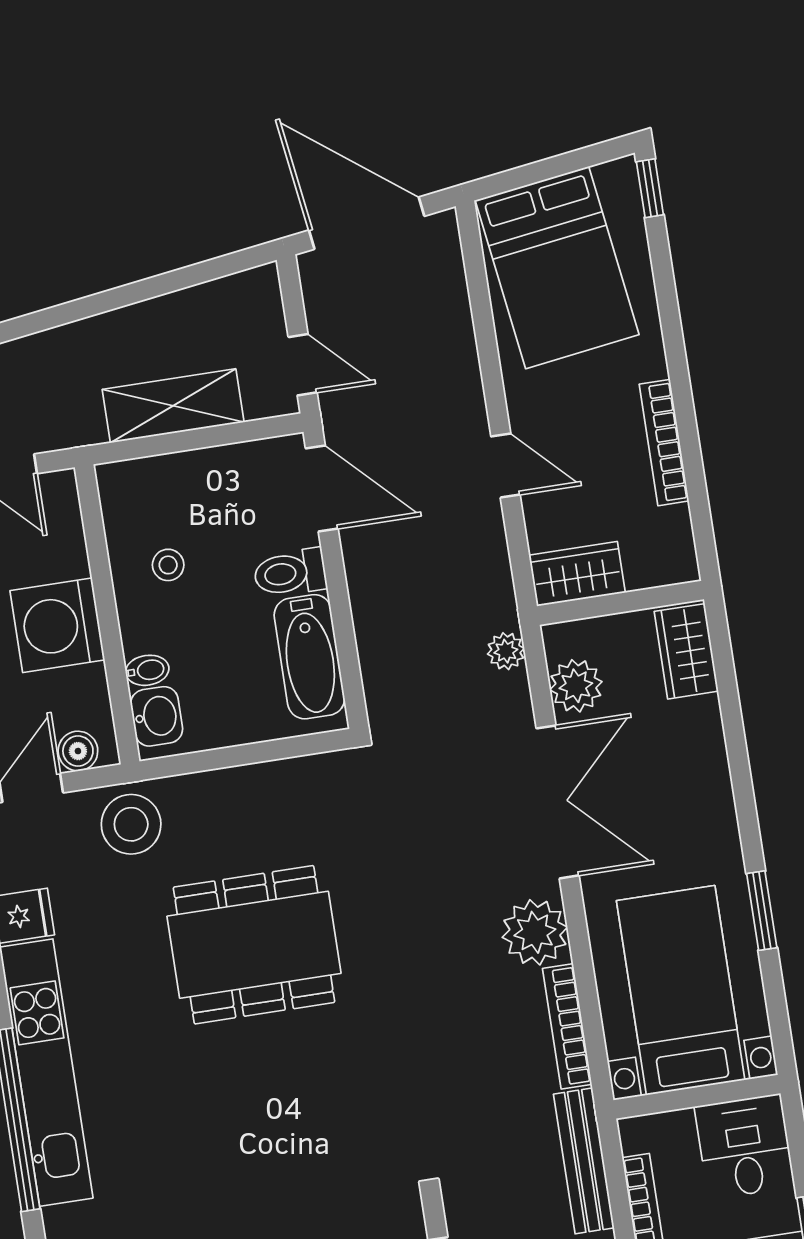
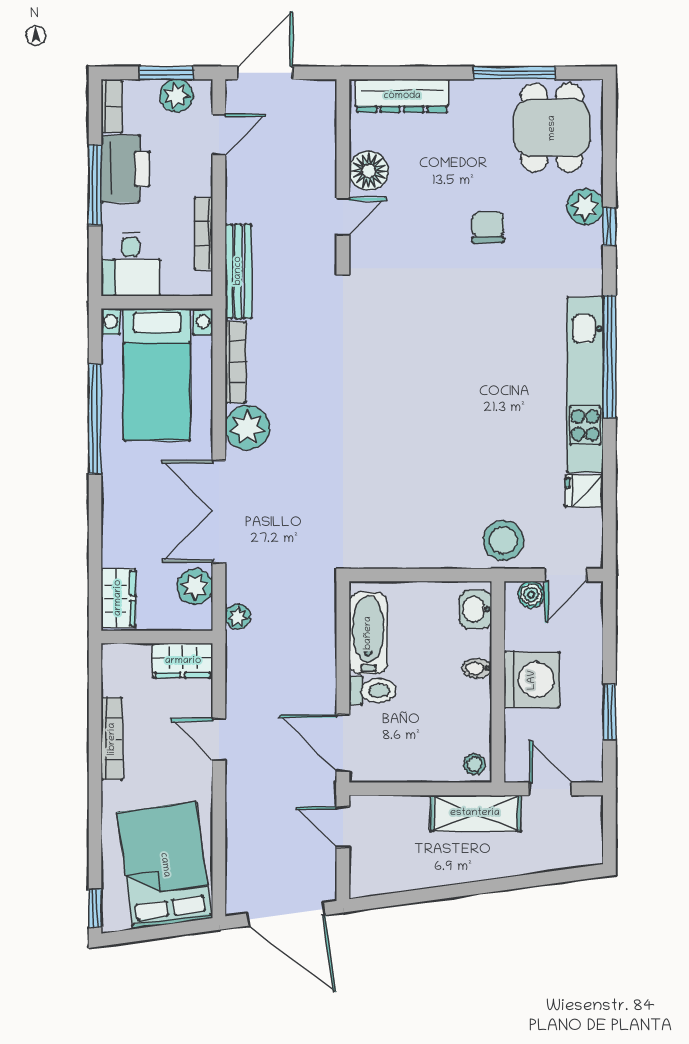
shelving: (173, 406) -> (475, 813), moved
stool: (168, 565) -> (474, 764), moved
bidet: (147, 670) -> (477, 668), moved
window: (762, 911) -> (95, 419), width x2.11
dining table: (254, 945) -> (435, 448), removed

